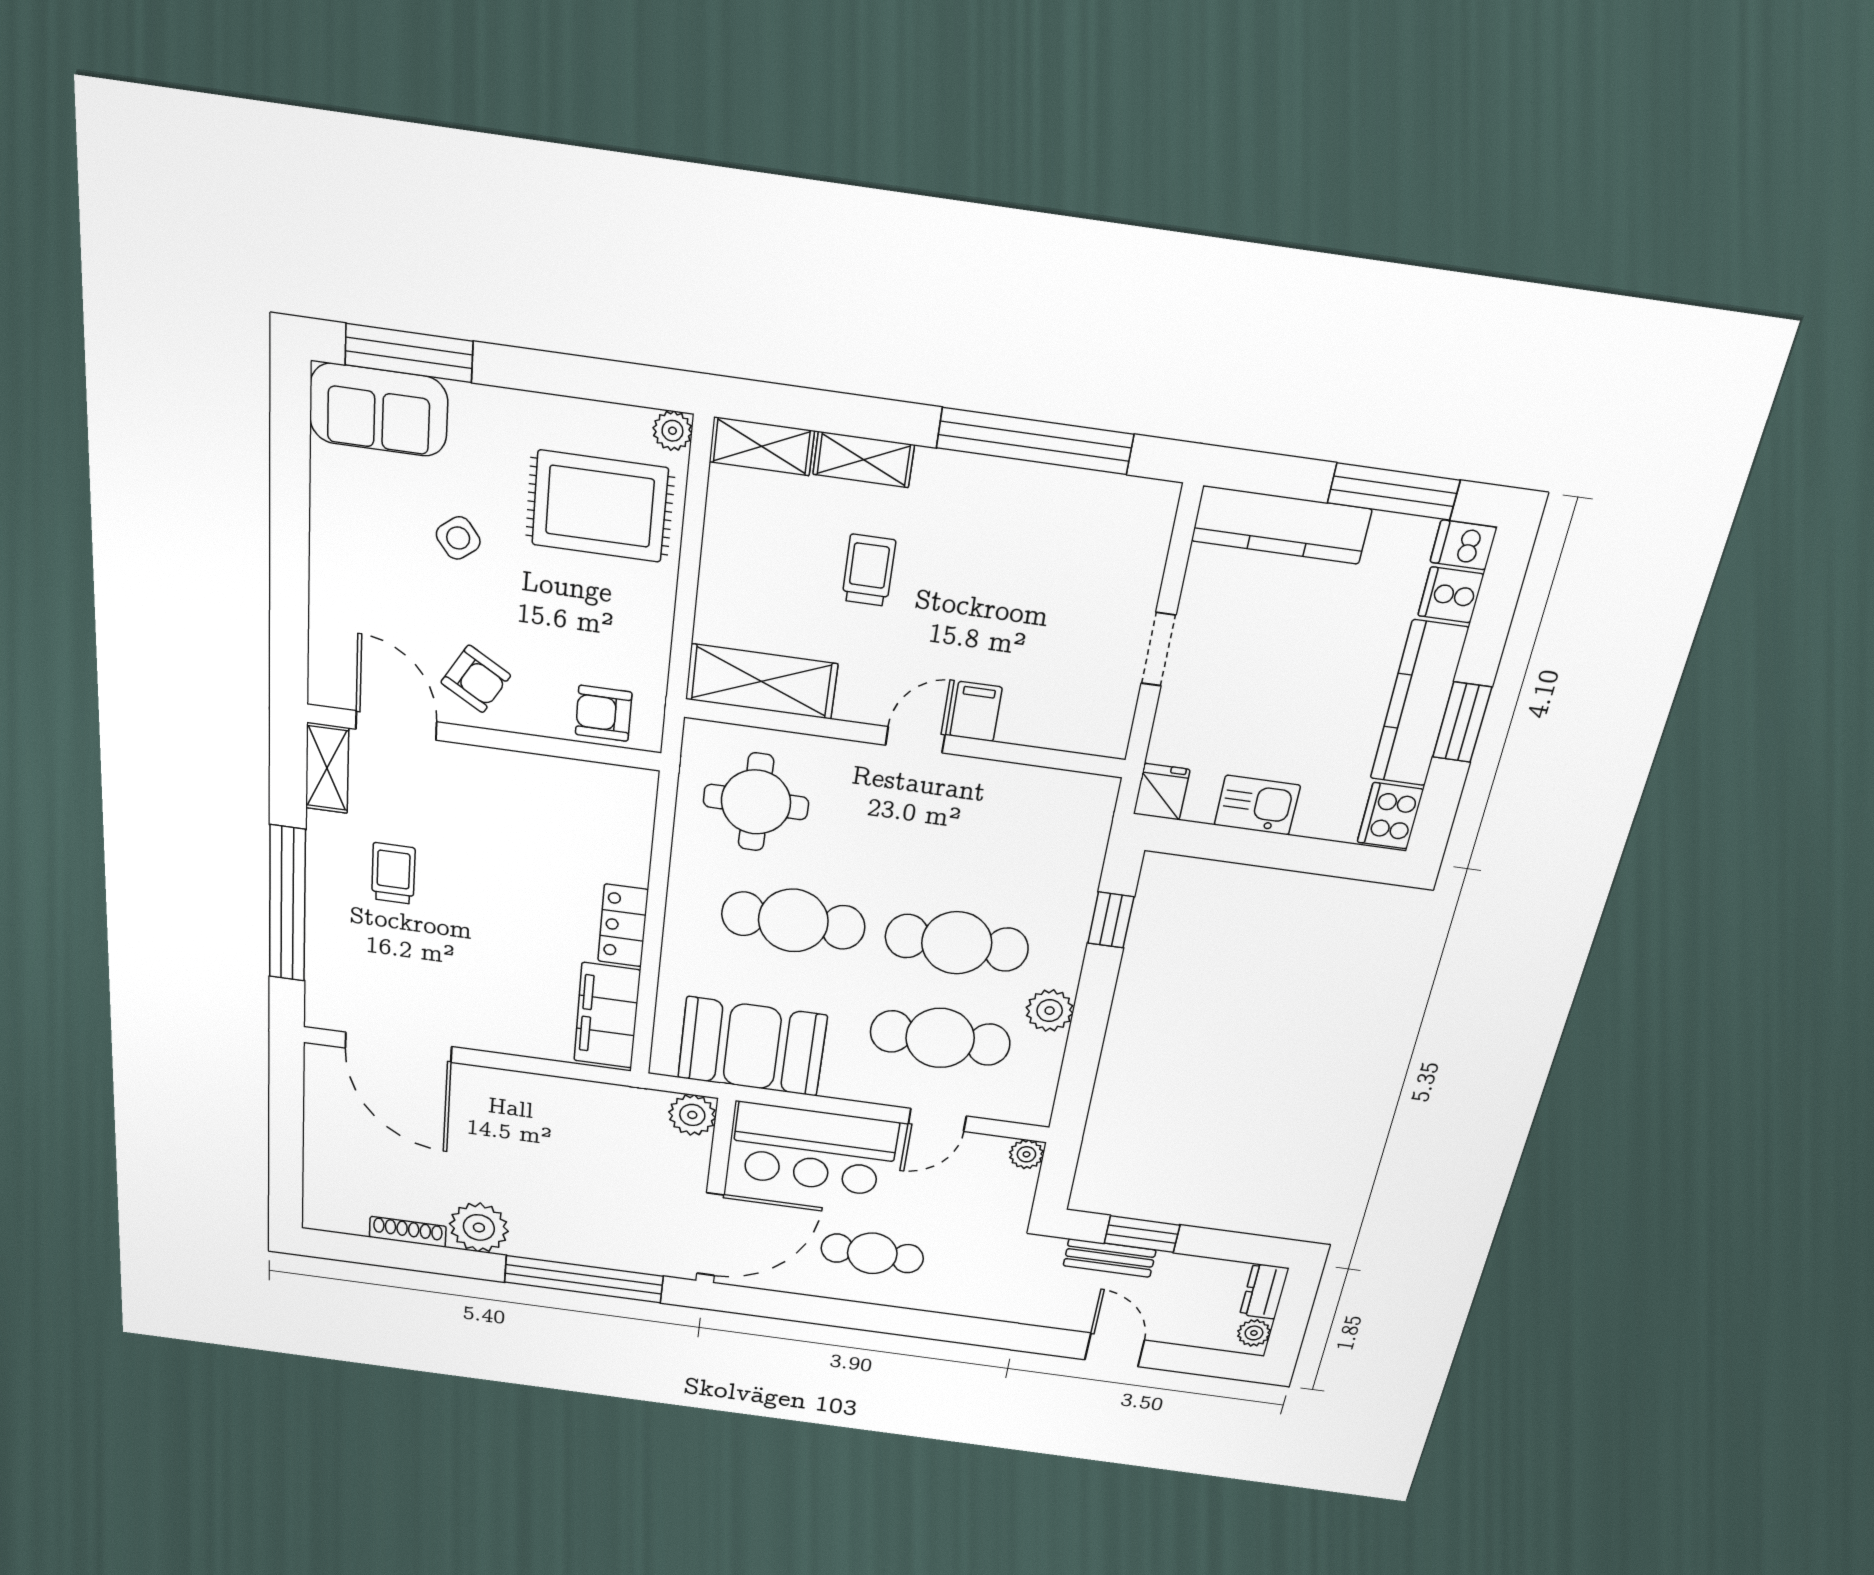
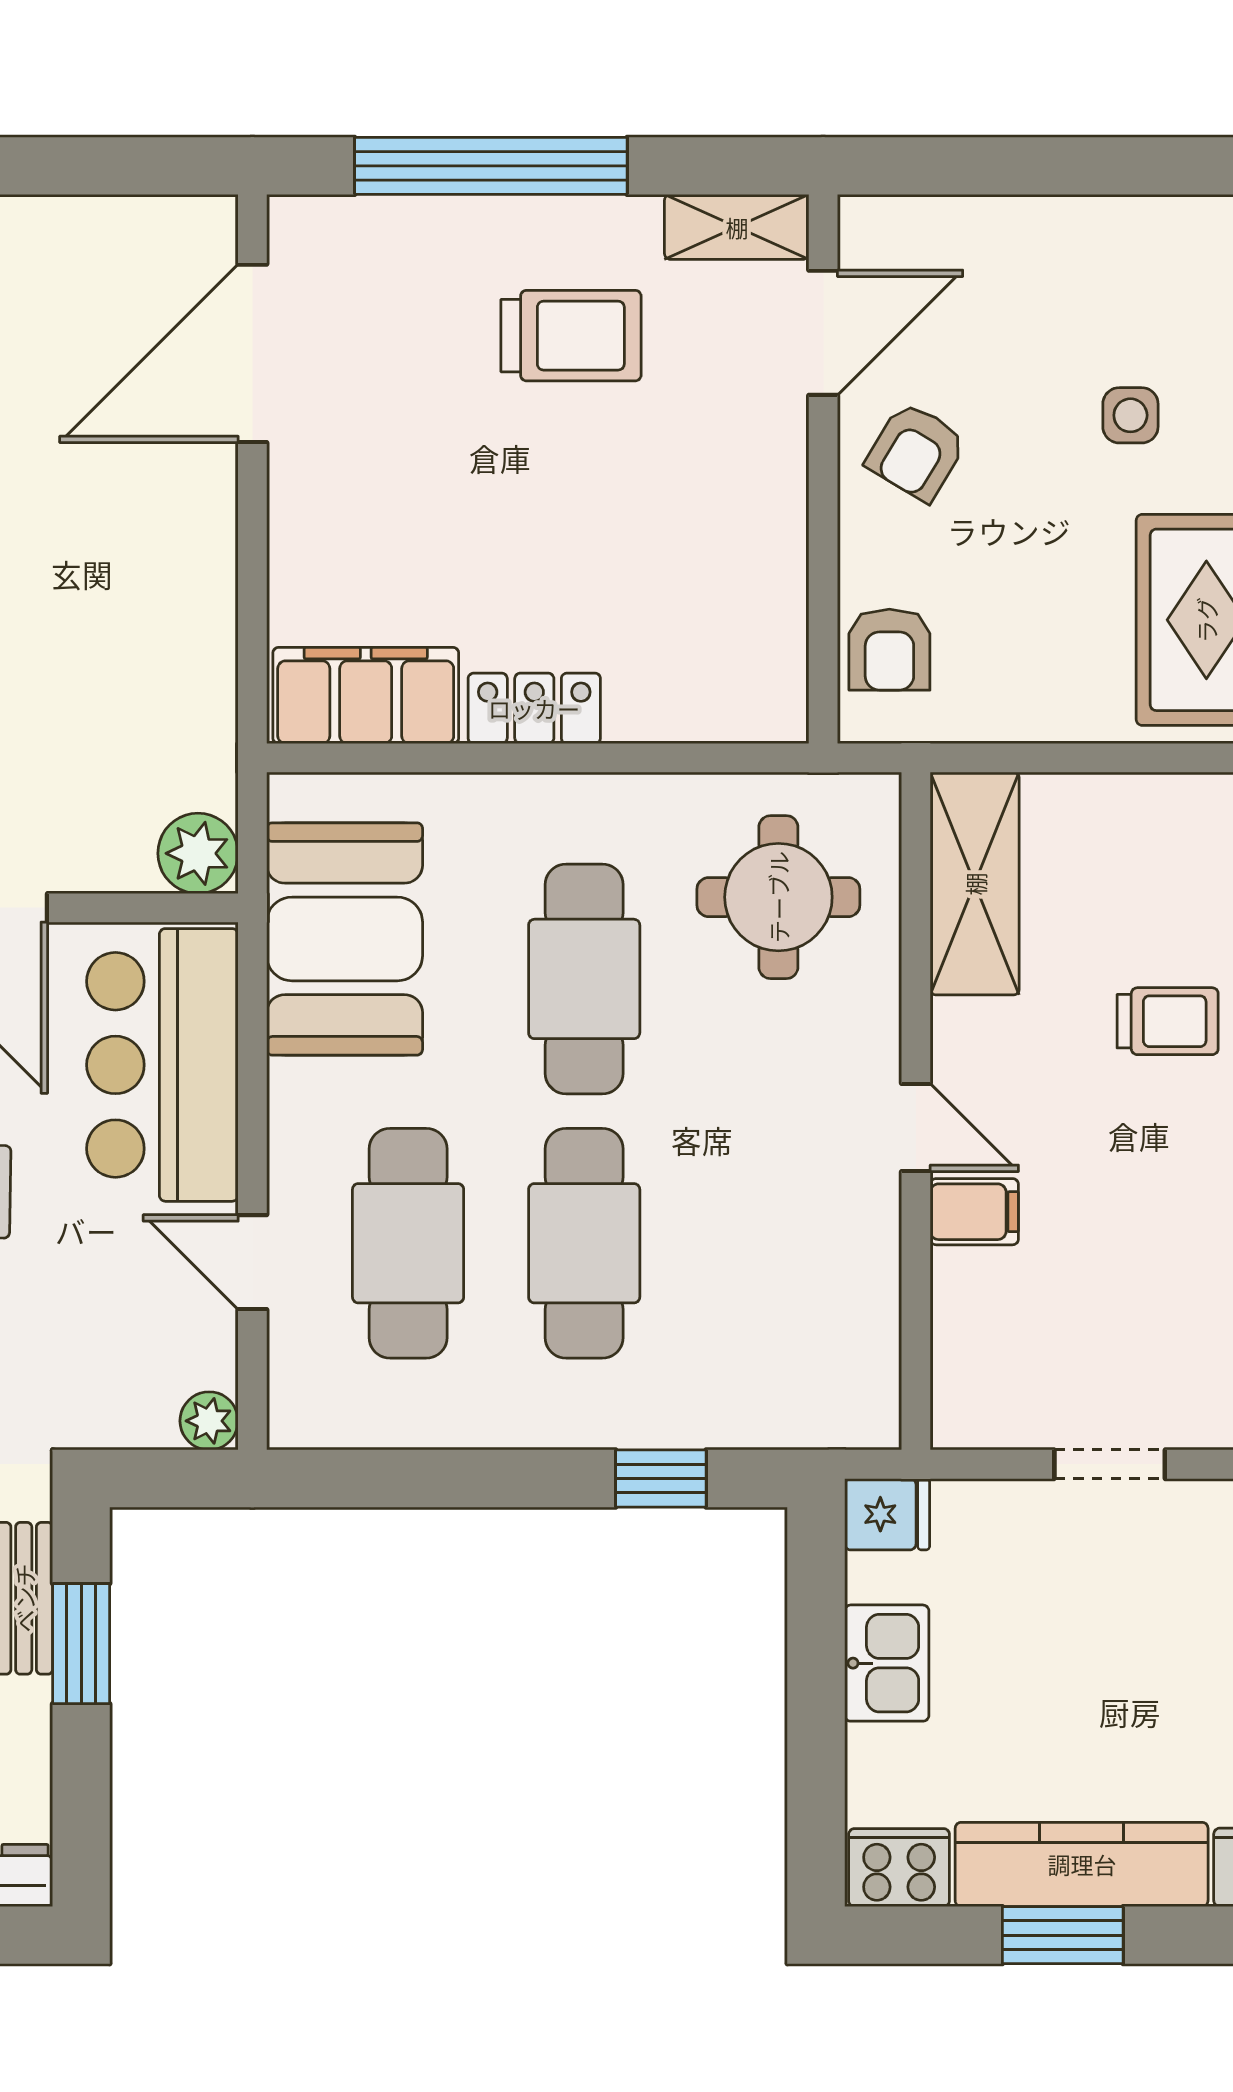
side table: (458, 538) -> (1130, 415), turned 38
armchair: (604, 713) -> (889, 650), turned 180
trolley: (393, 873) -> (571, 336), width x1.36, depth x1.39
plant: (1050, 1011) -> (486, 1411), removed

